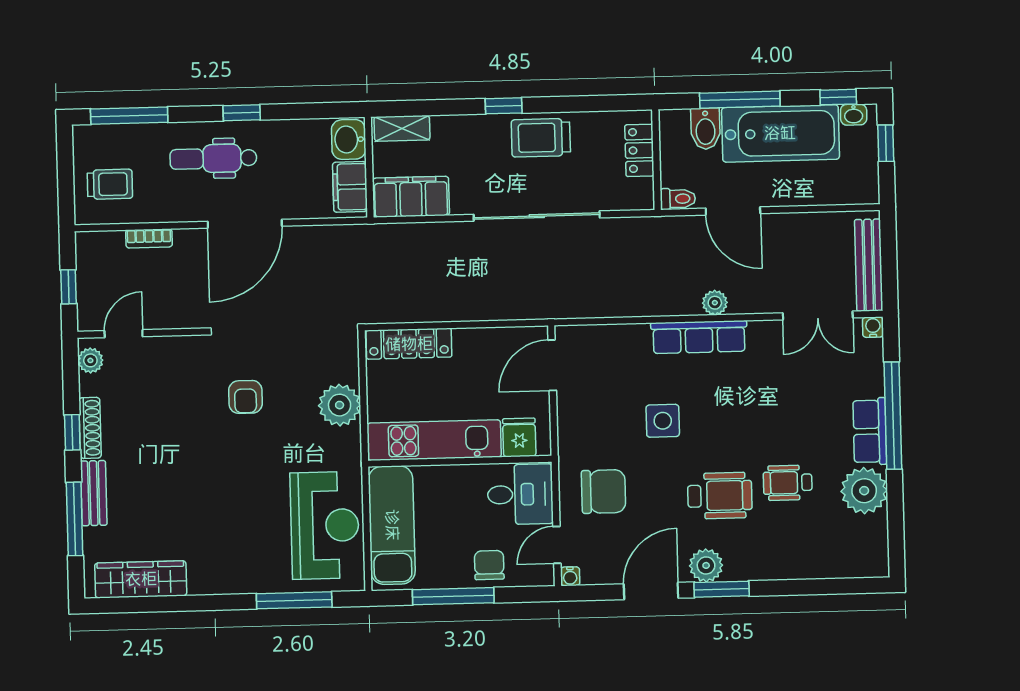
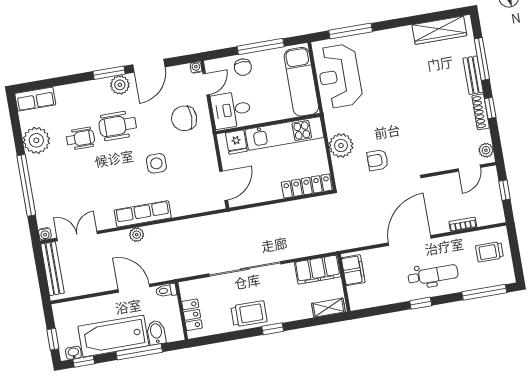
washbasin: (349, 139) -> (358, 297), removed
armchair: (245, 397) -> (377, 160), moved, turned -90
row of seats: (870, 431) -> (35, 99), moved, turned 90

